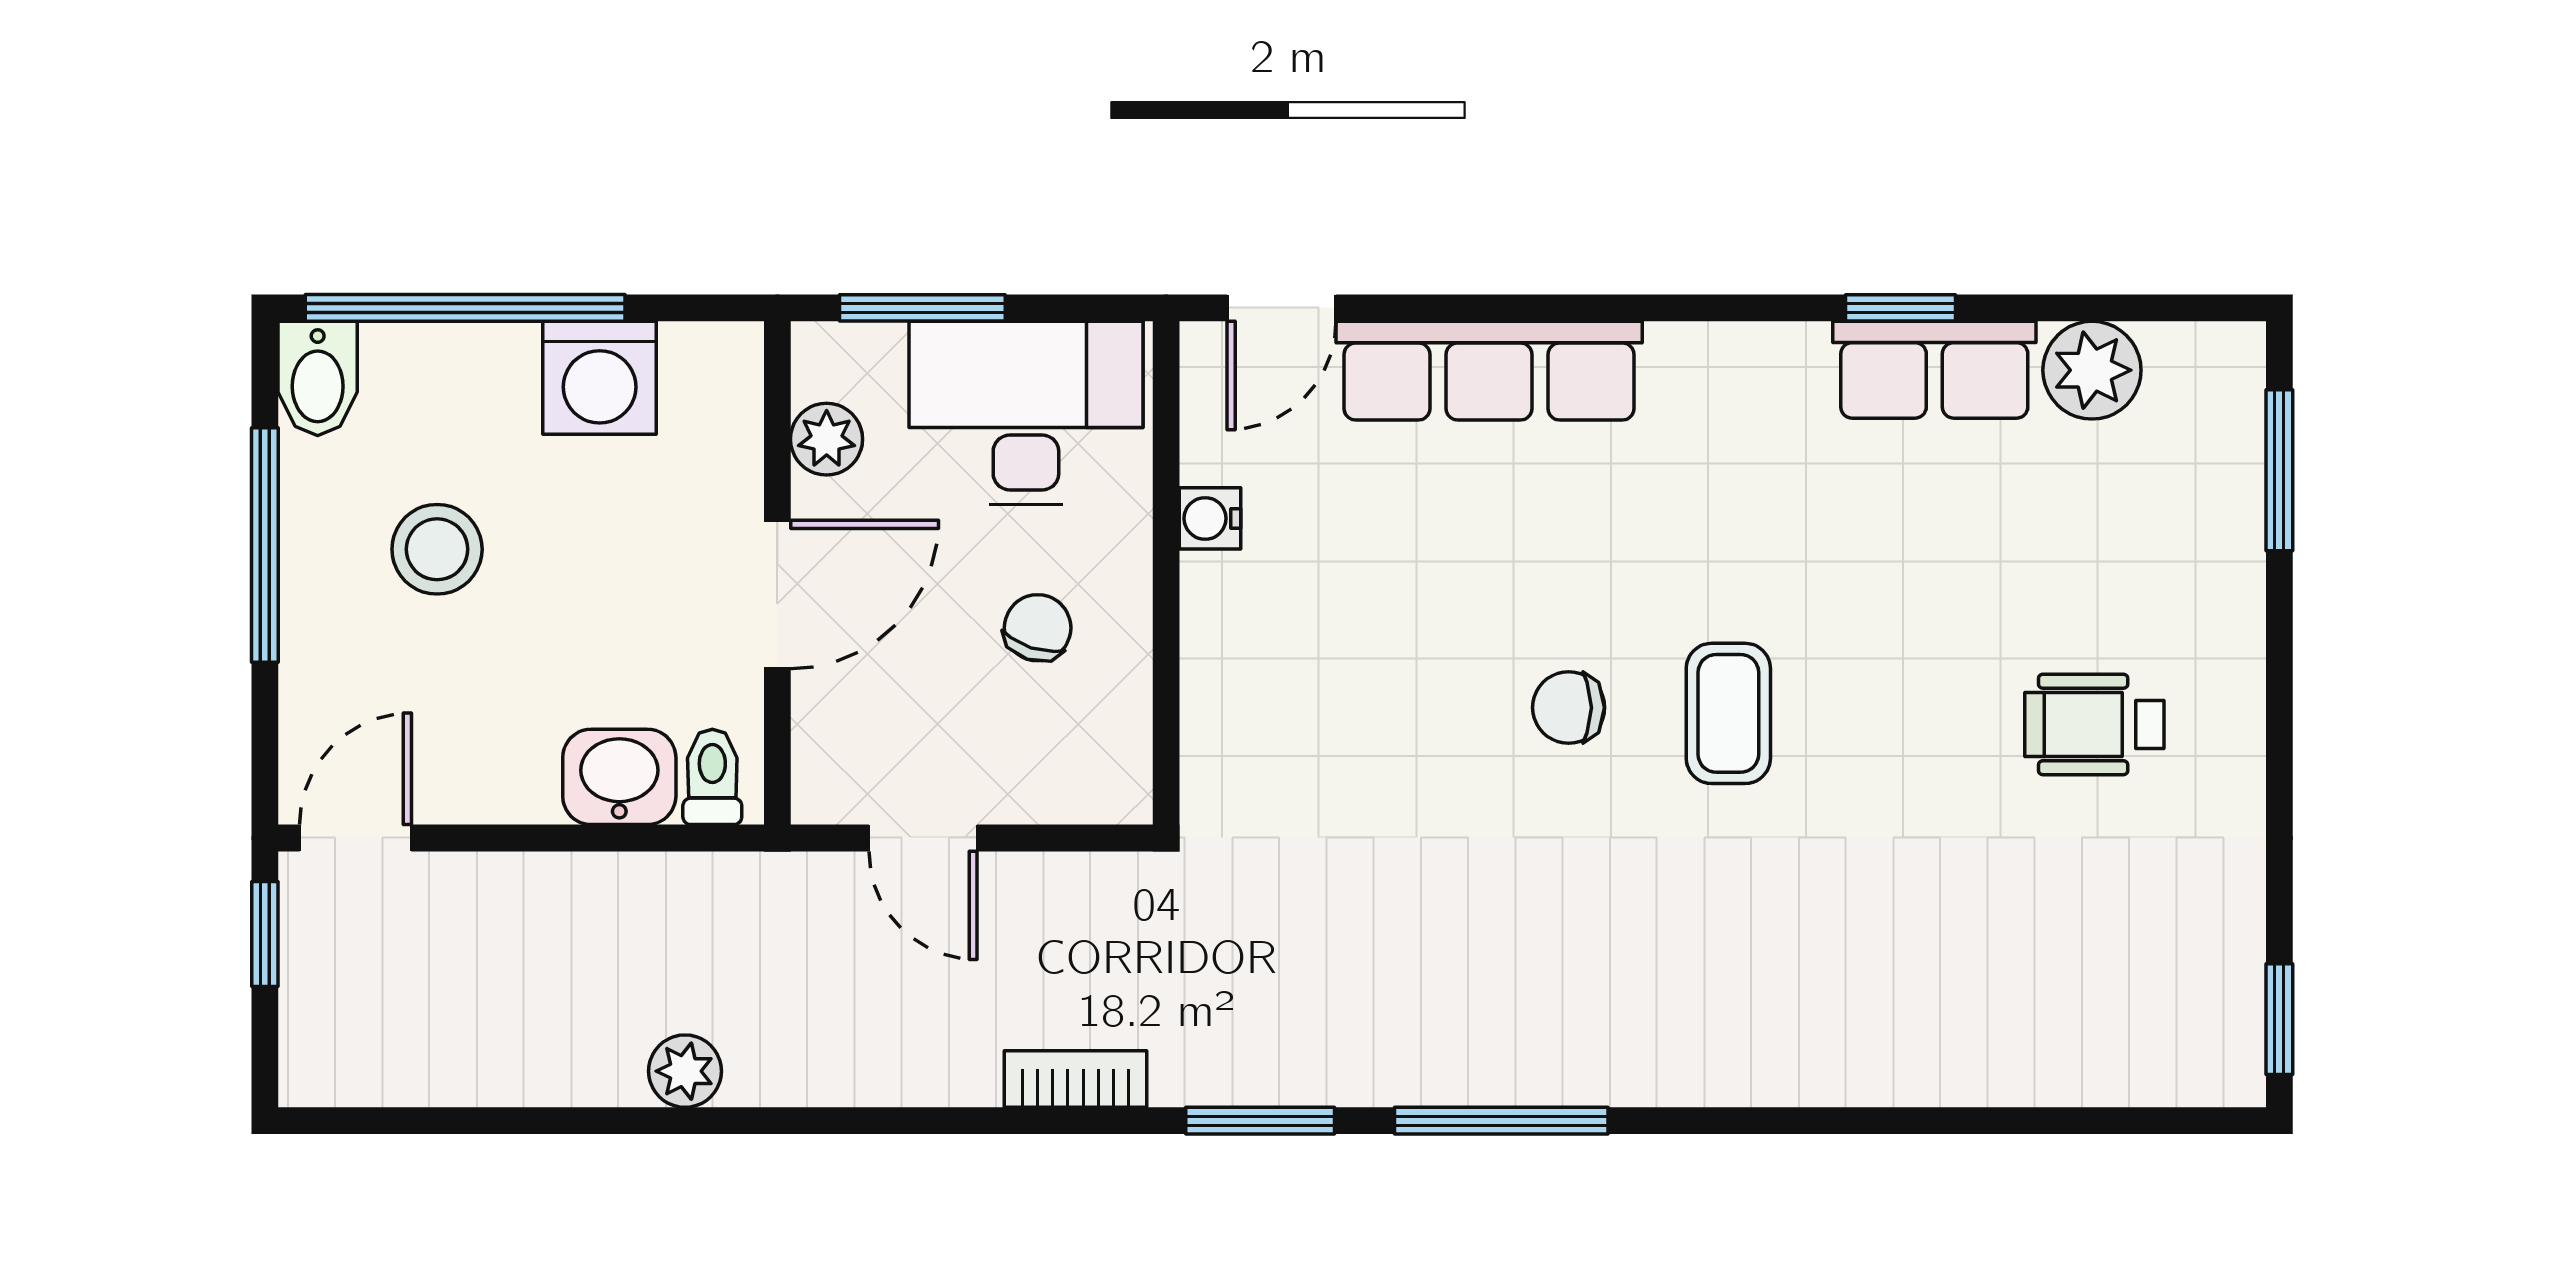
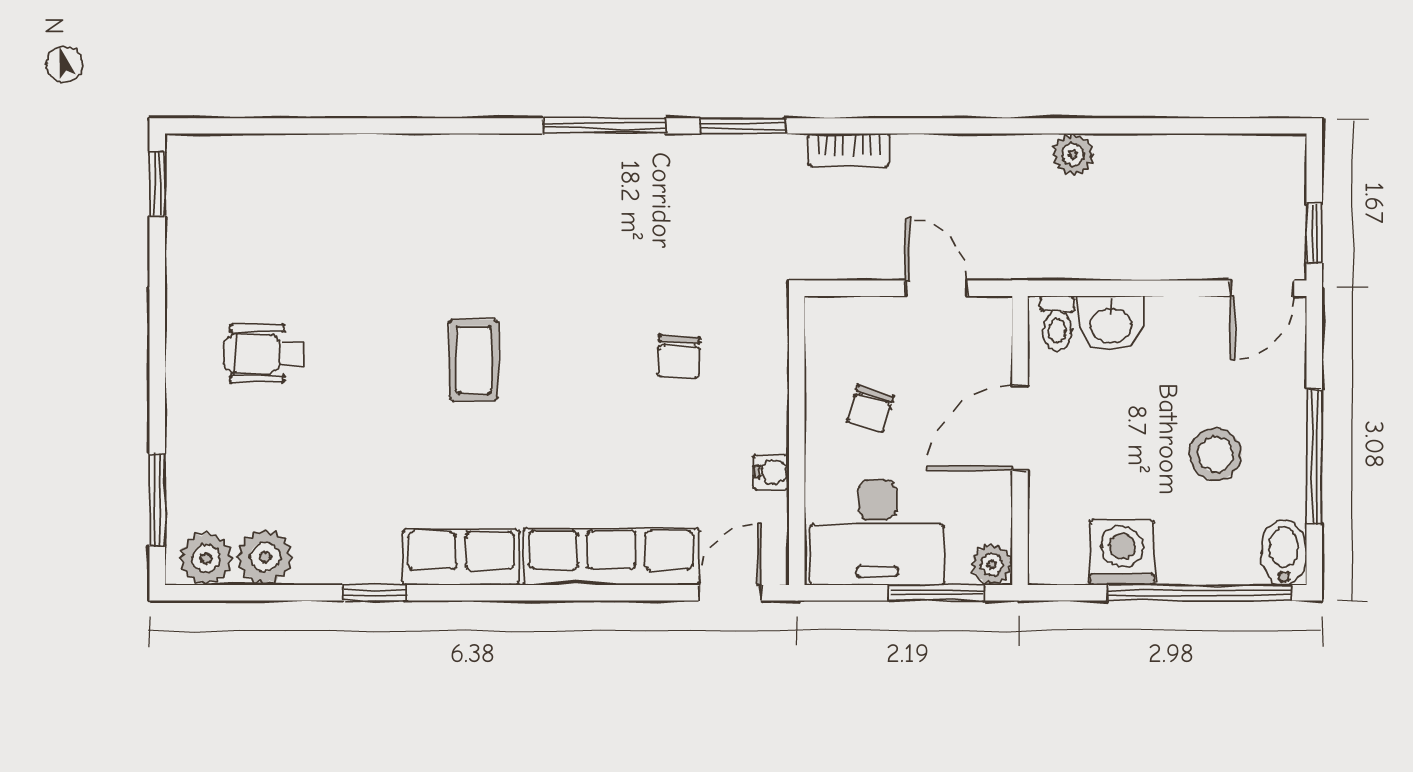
plant: (2194, 368) -> (206, 558), added
row of seats: (1934, 370) -> (461, 557), moved
plant: (827, 439) -> (992, 564), moved
chair: (1569, 708) -> (679, 357), moved, turned 92
wheelchair: (2094, 724) -> (264, 353), turned 180

